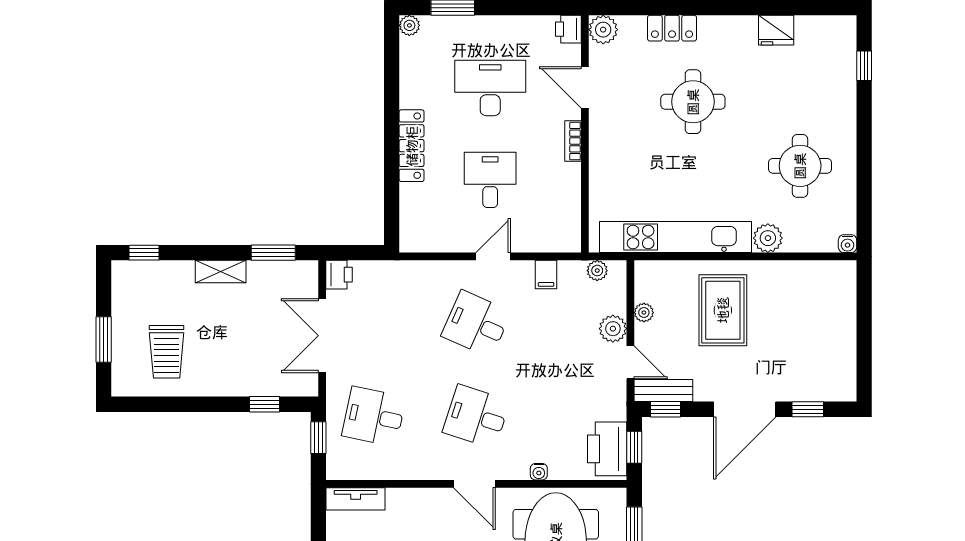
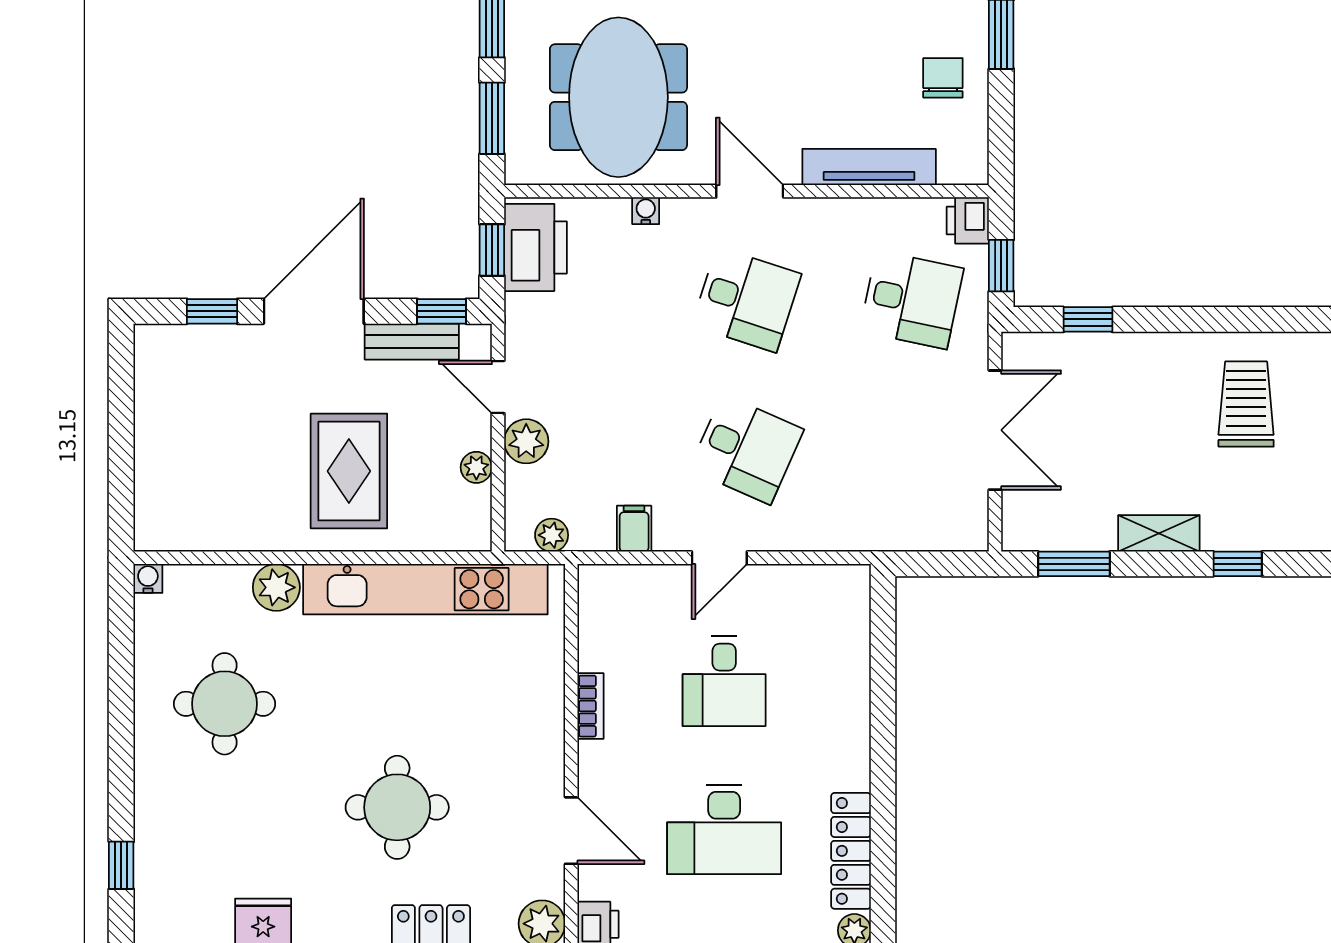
bookcase: (573, 141) -> (591, 706), moved
locker: (412, 146) -> (851, 851), moved
window: (144, 253) -> (1238, 564), moved
printer: (339, 275) -> (968, 220), moved
bench: (663, 391) -> (412, 342), moved
tv unit: (356, 499) -> (869, 167), moved, width x1.41

